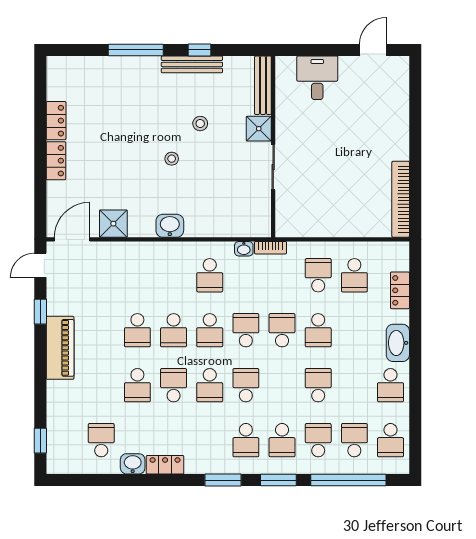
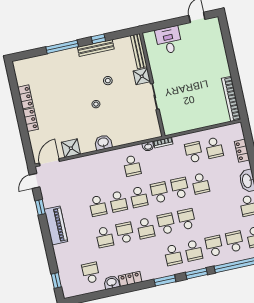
school desk: (318, 385) -> (187, 219), moved

